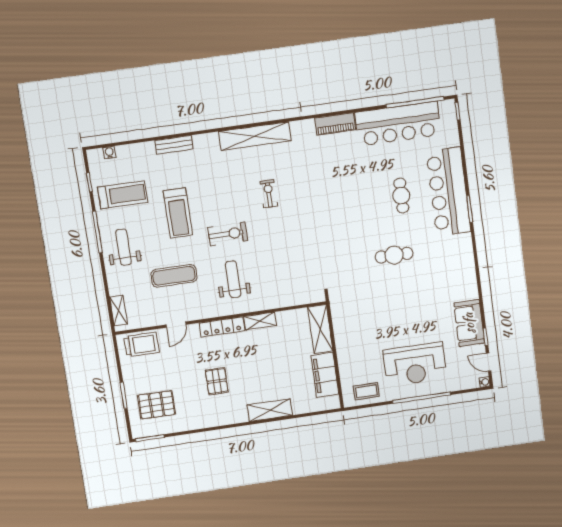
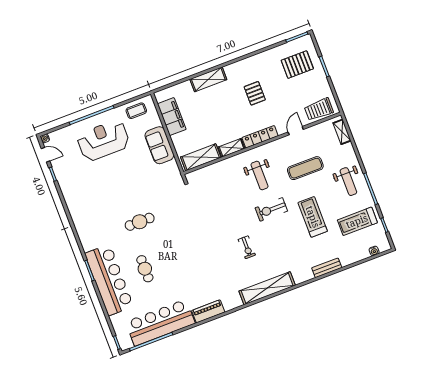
sofa: (469, 323) -> (159, 145), moved, turned 180
shelving: (320, 329) -> (201, 157), moved, turned 90

